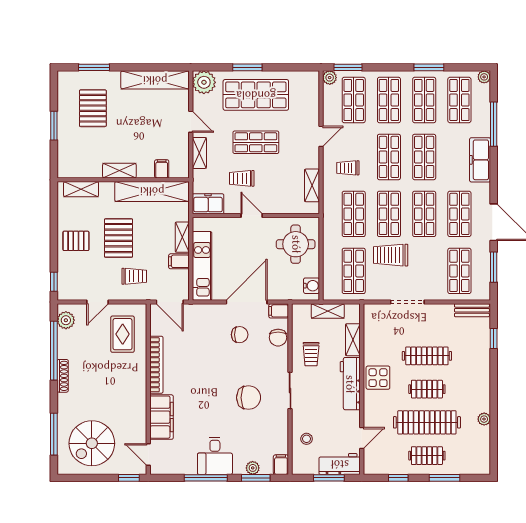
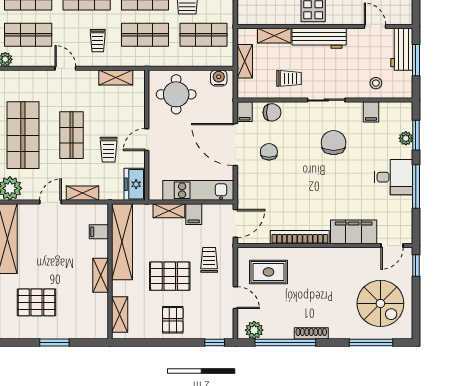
filing cabinet: (281, 465) -> (371, 112), moved, turned -90

